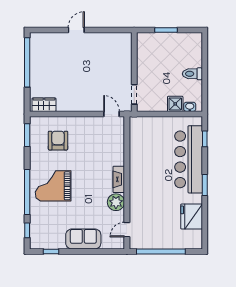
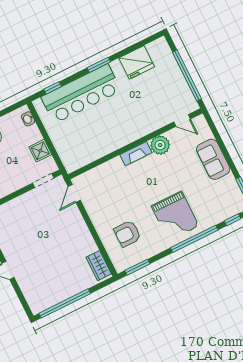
shower: (175, 104) -> (40, 151), moved

